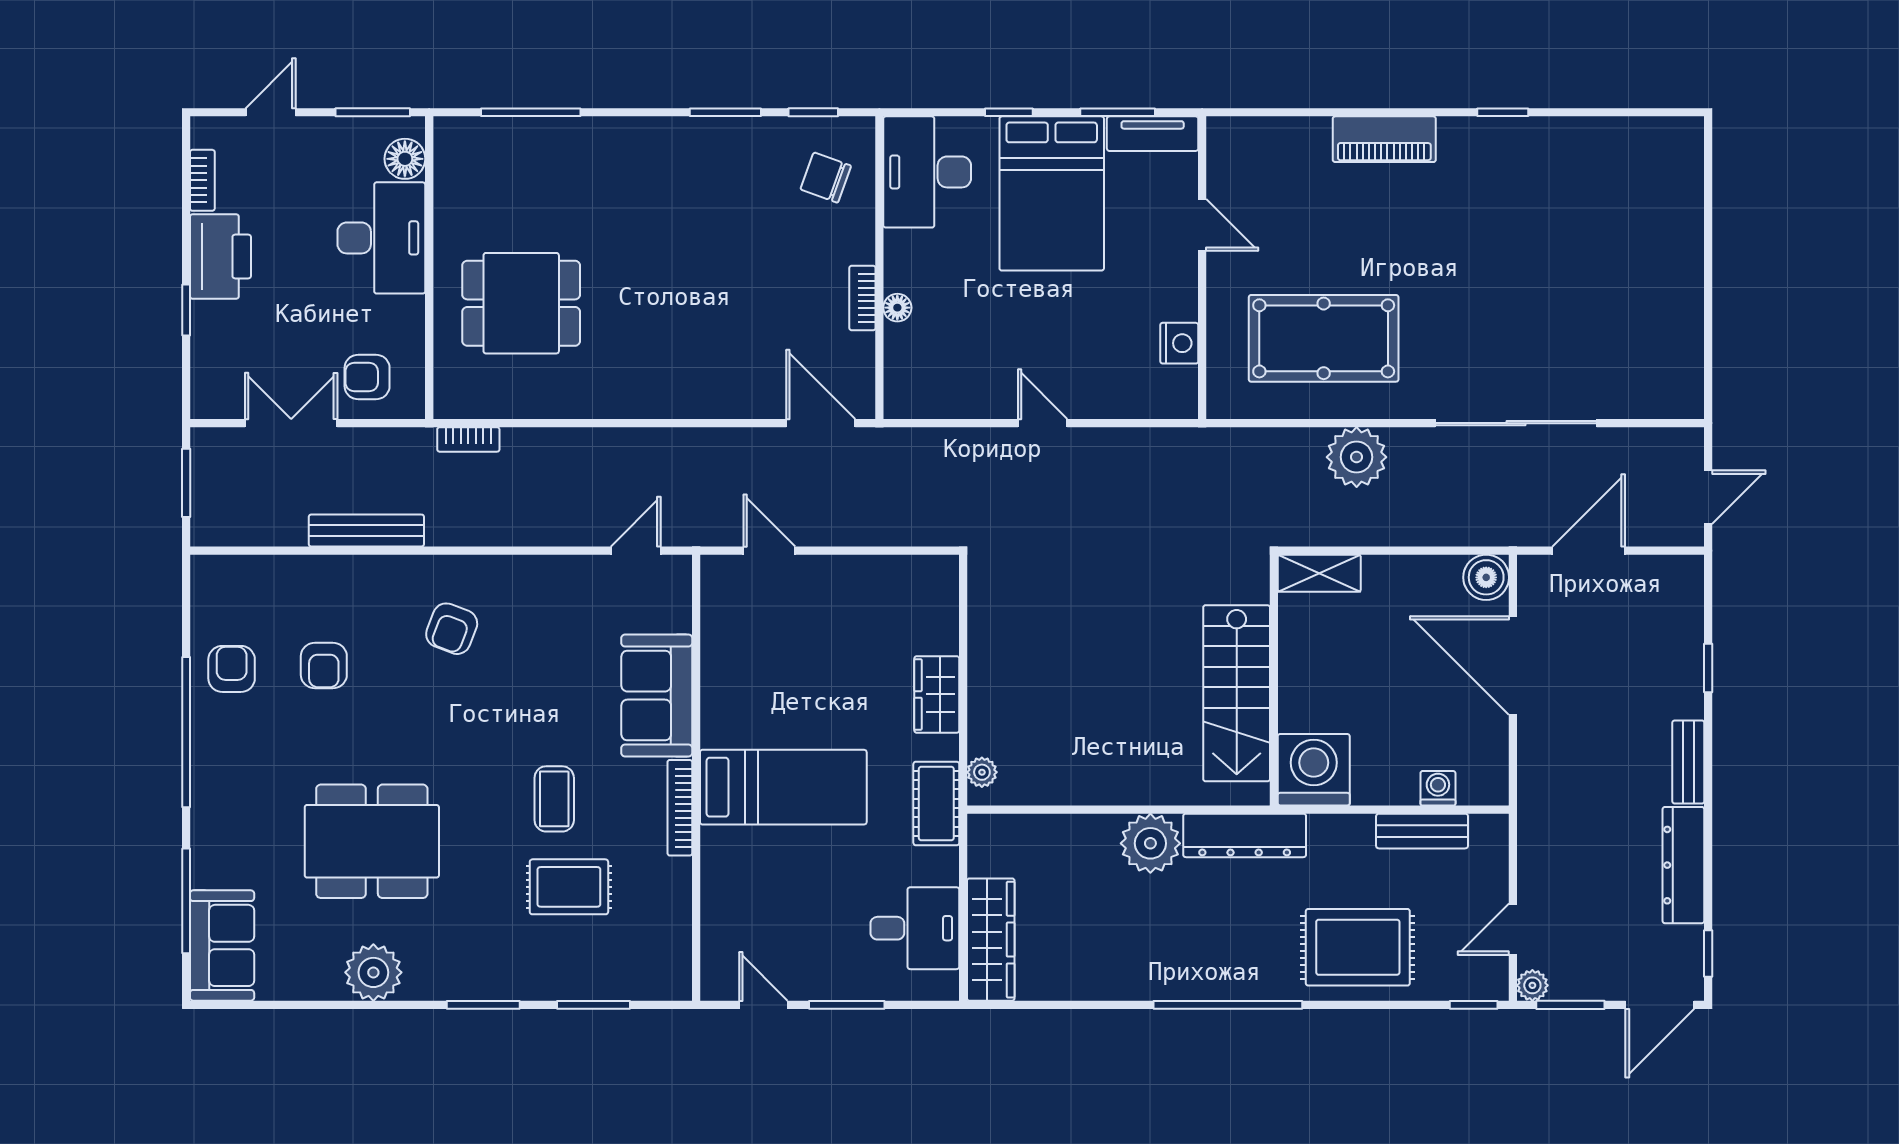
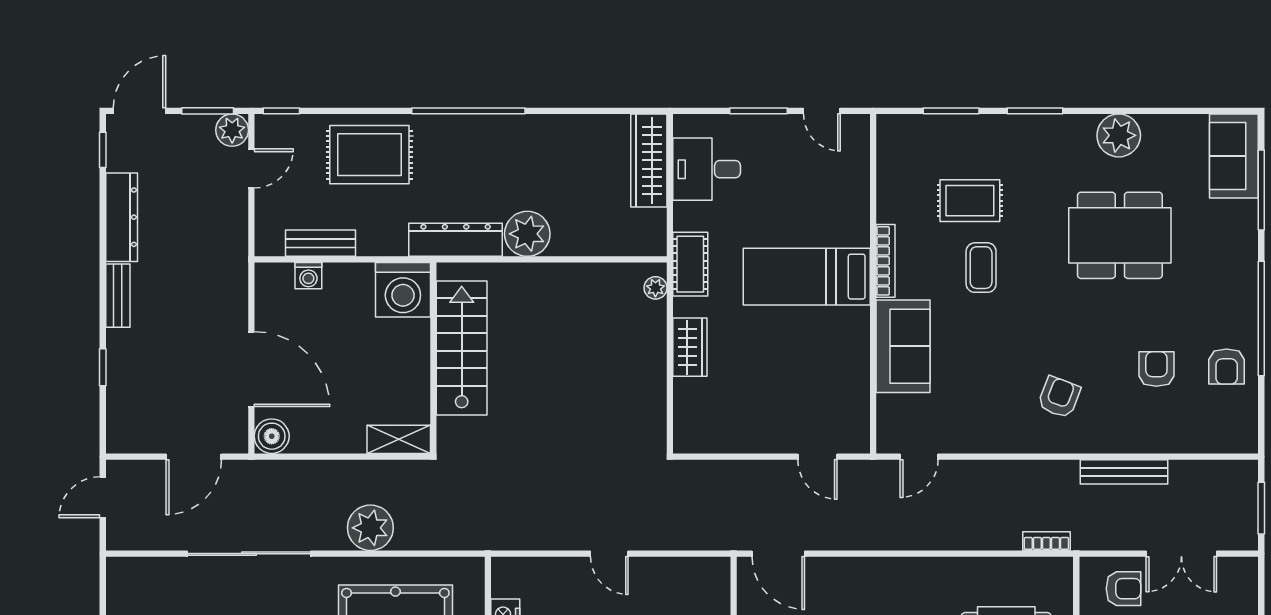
plant: (1532, 985) -> (232, 130), width x1.38, depth x1.38

